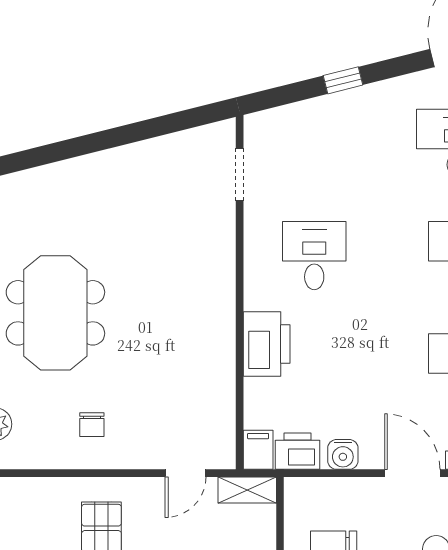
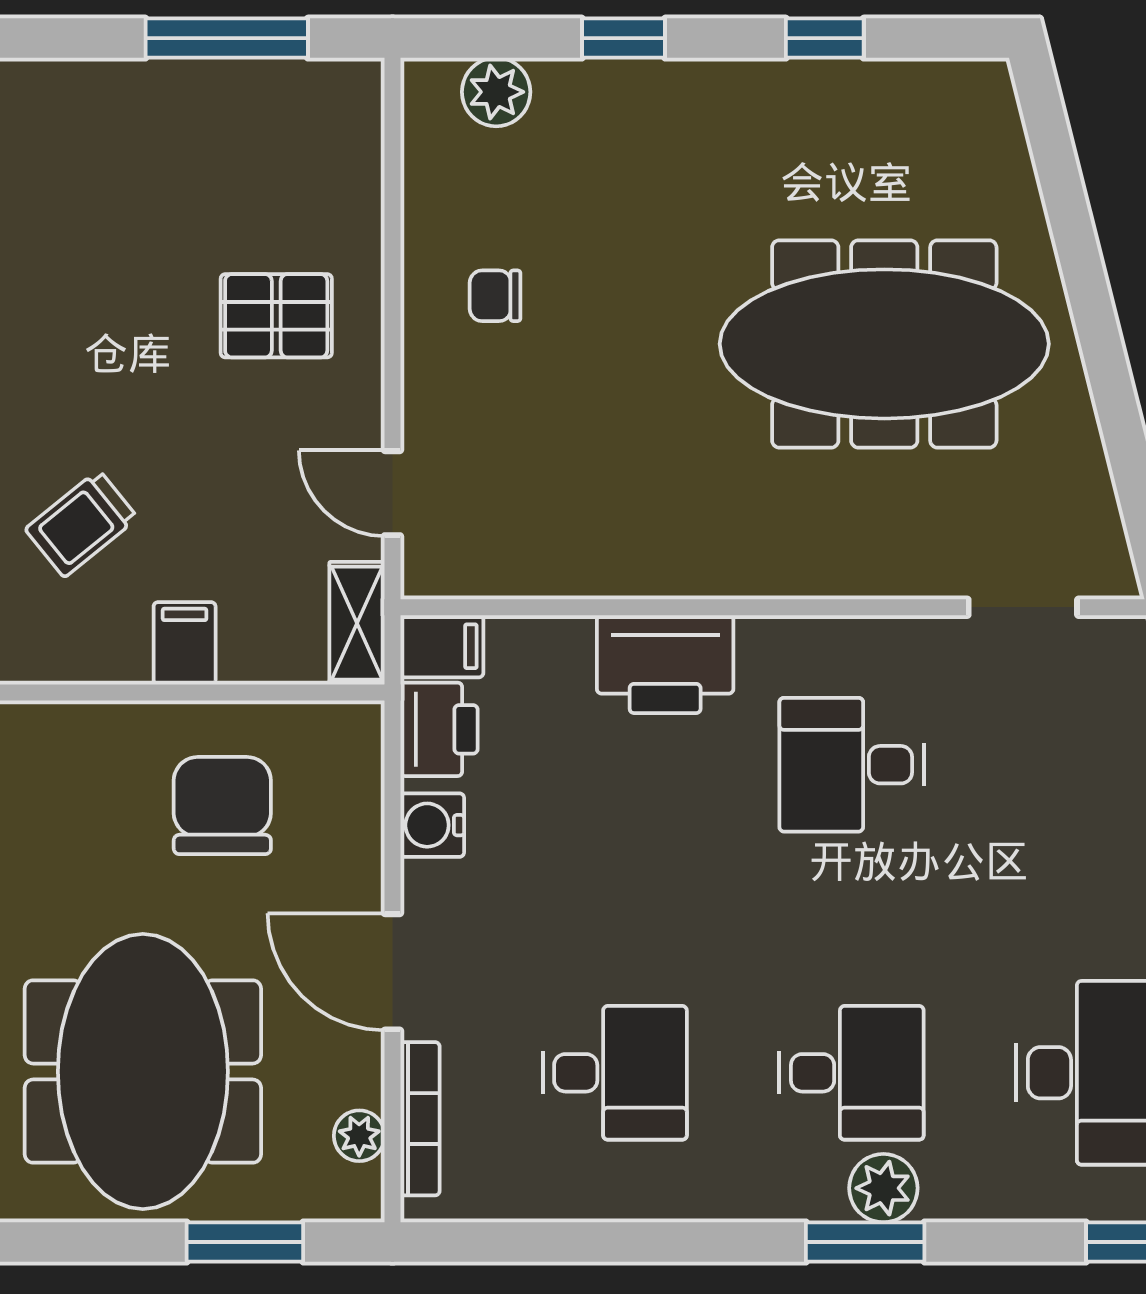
desk: (314, 256) -> (852, 765), turned 180
meeting table: (55, 313) -> (884, 344), moved, width x1.36
door: (412, 473) -> (392, 972), swing flipped

